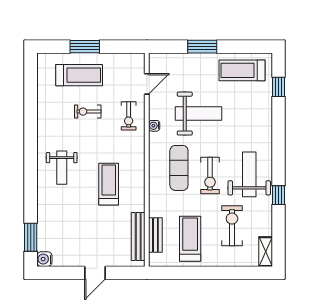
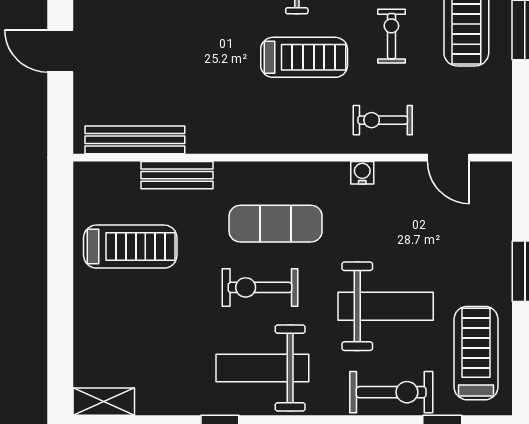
weight bench: (199, 114) -> (386, 306), moved, turned -90
weight bench: (249, 174) -> (262, 368), turned 180
treadmill: (109, 184) -> (304, 57), moved
exercise bike: (232, 226) -> (391, 392), moved
bench: (155, 235) -> (177, 175), moved

